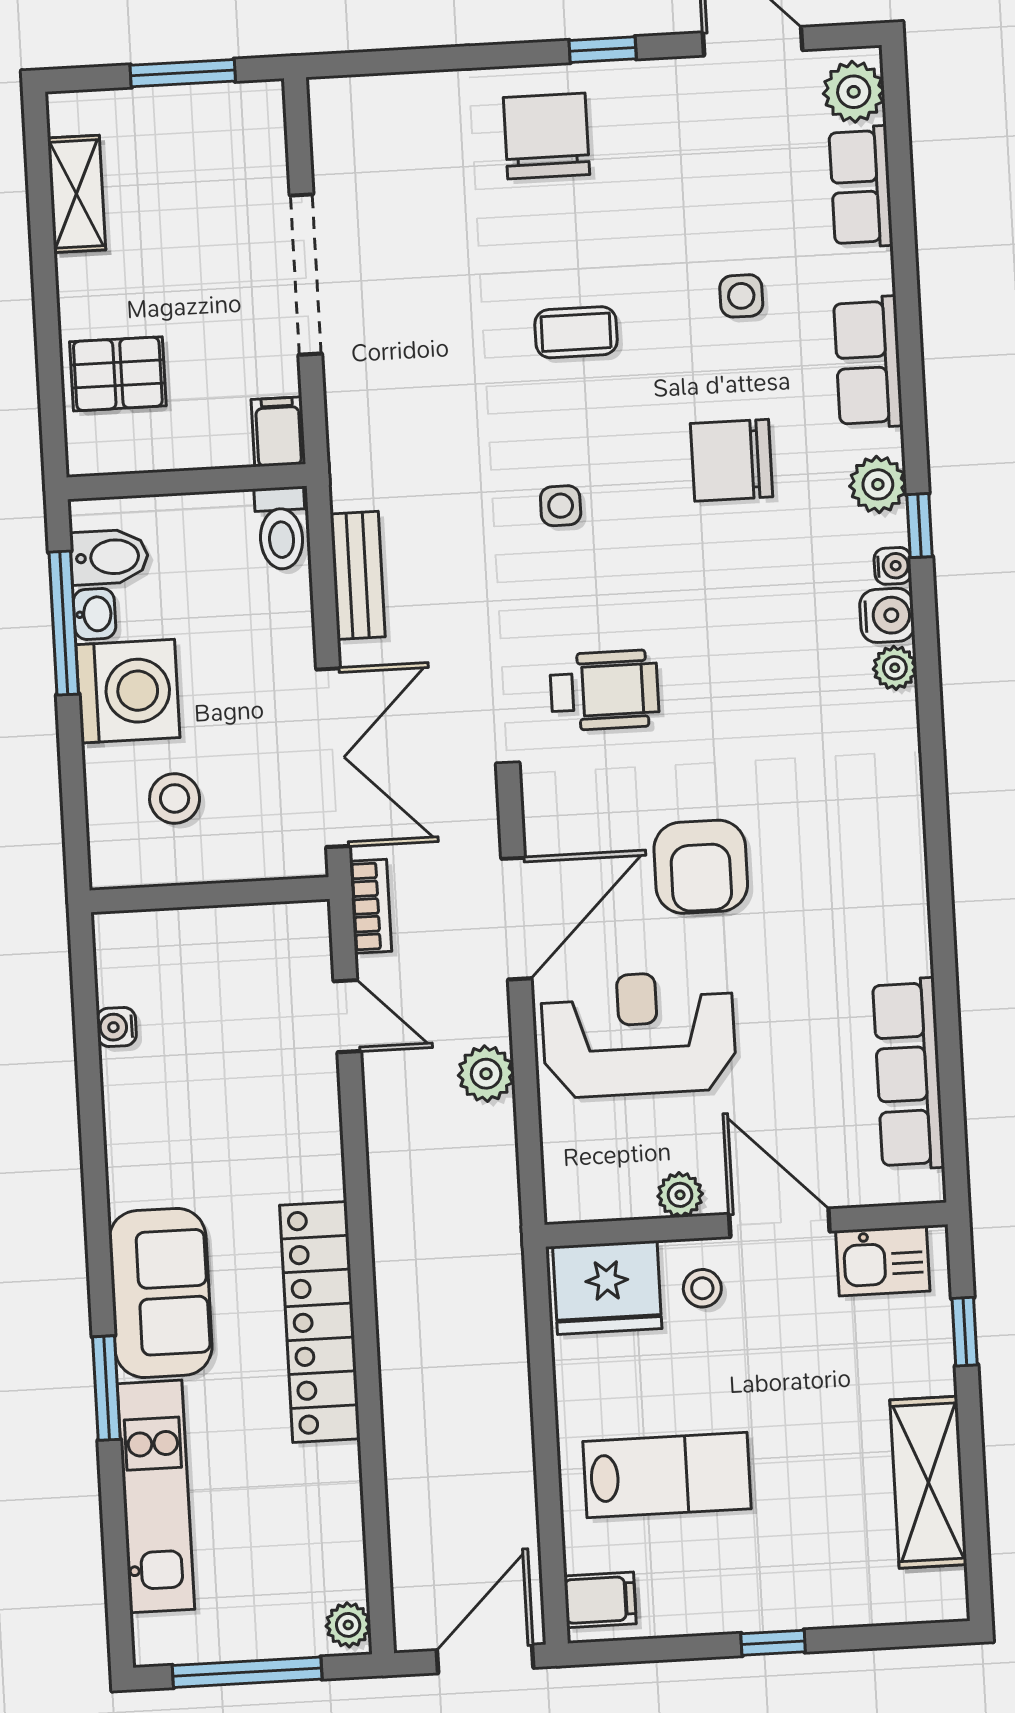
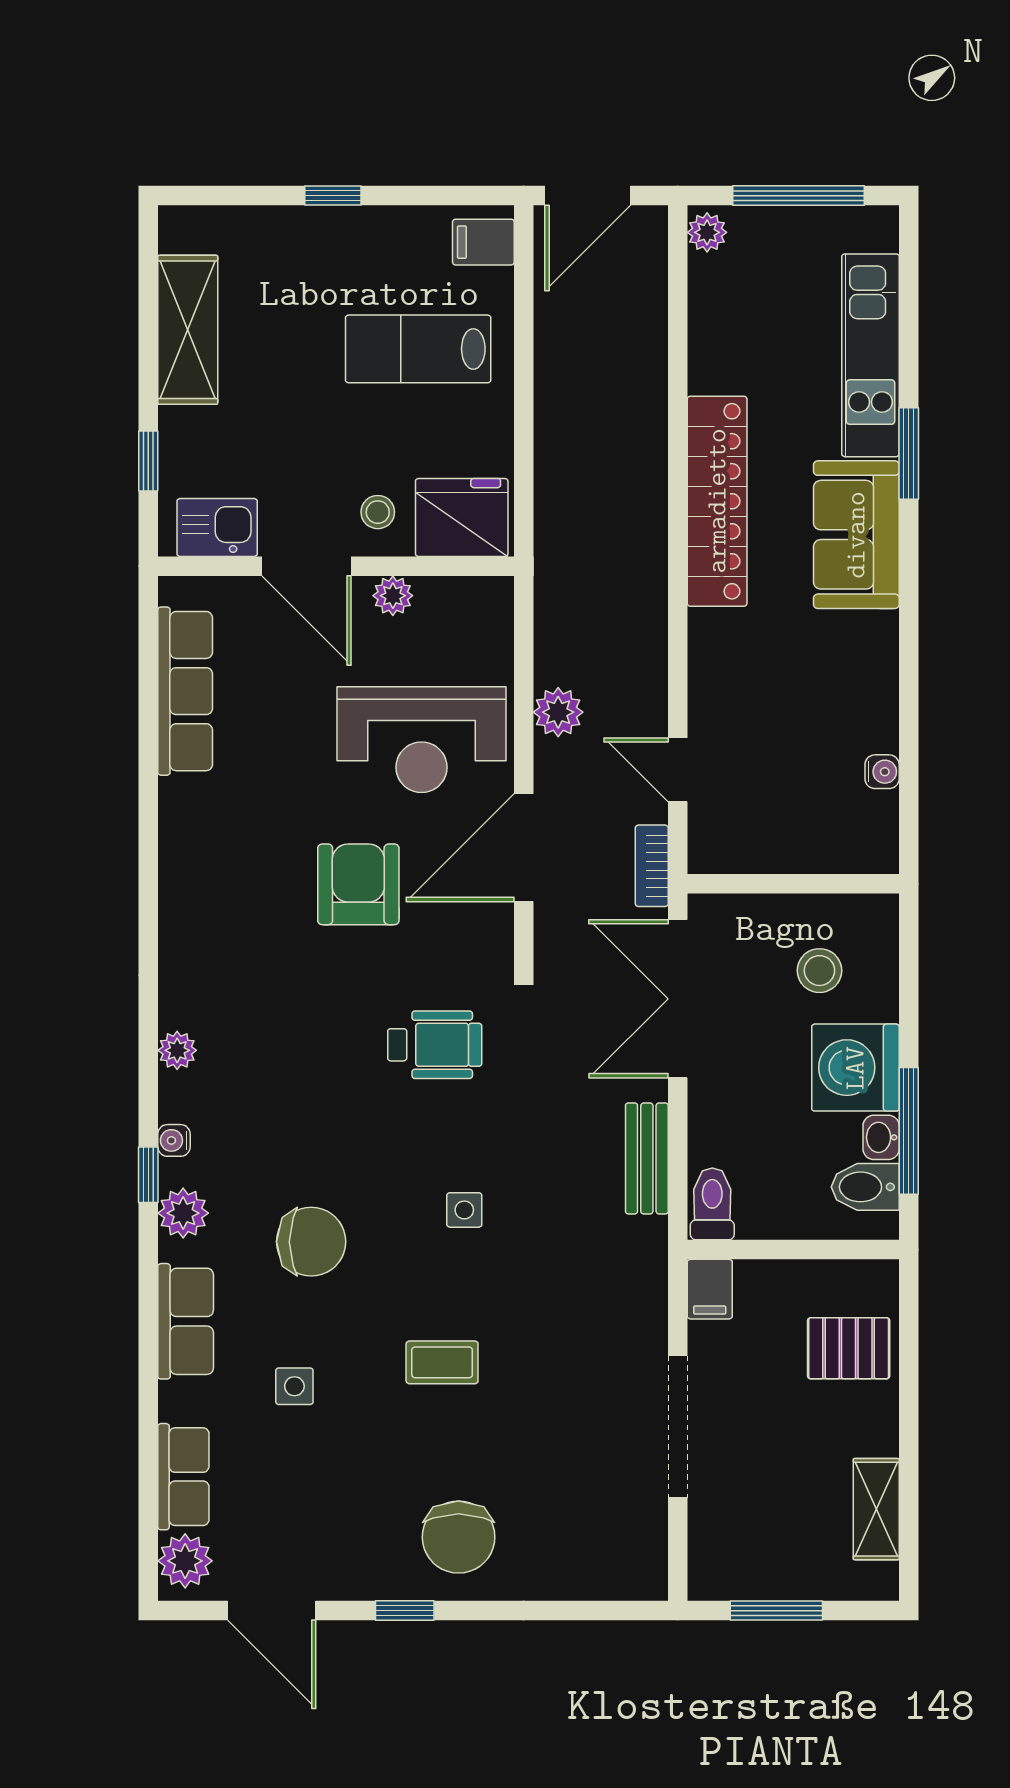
water cooler: (887, 615) -> (181, 1097), removed
wheelchair: (604, 690) -> (435, 1045), turned 180

